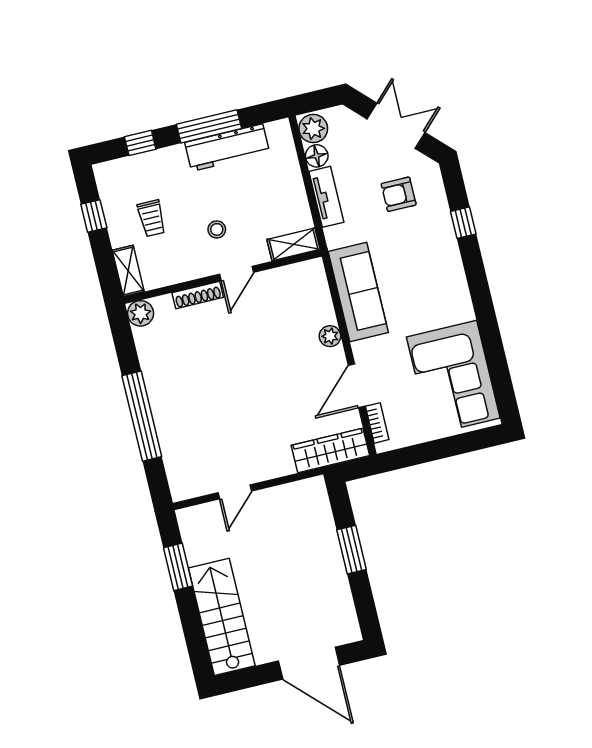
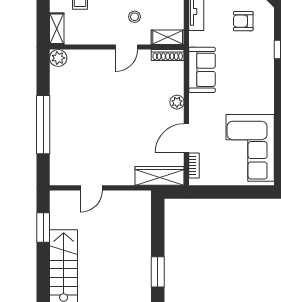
stool: (217, 229) -> (135, 17), moved
sofa: (358, 292) -> (202, 70), width x0.73
shoe rack: (198, 295) -> (168, 55), moved
window: (352, 550) -> (158, 272), moved

